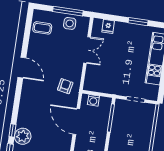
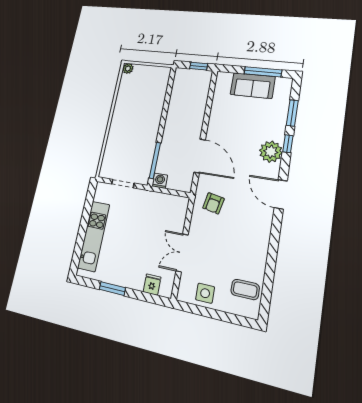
window: (68, 11) -> (207, 312), removed
door: (22, 68) -> (281, 194), moved
washing machine: (93, 100) -> (160, 181), moved
plant: (23, 136) -> (271, 152), moved

